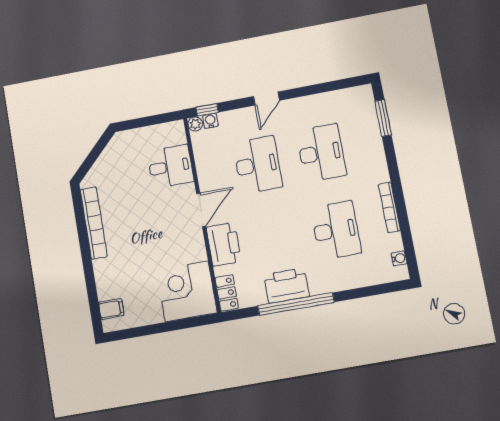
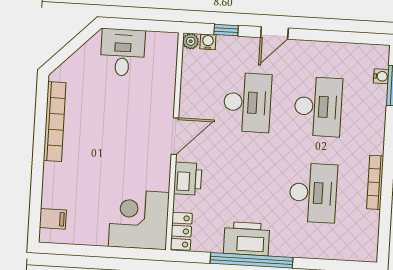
window: (207, 110) -> (226, 30), moved
desk: (170, 166) -> (123, 52), moved, turned -90
printer: (224, 244) -> (188, 179), width x0.73, depth x0.84
water cooler: (399, 258) -> (381, 76), moved

